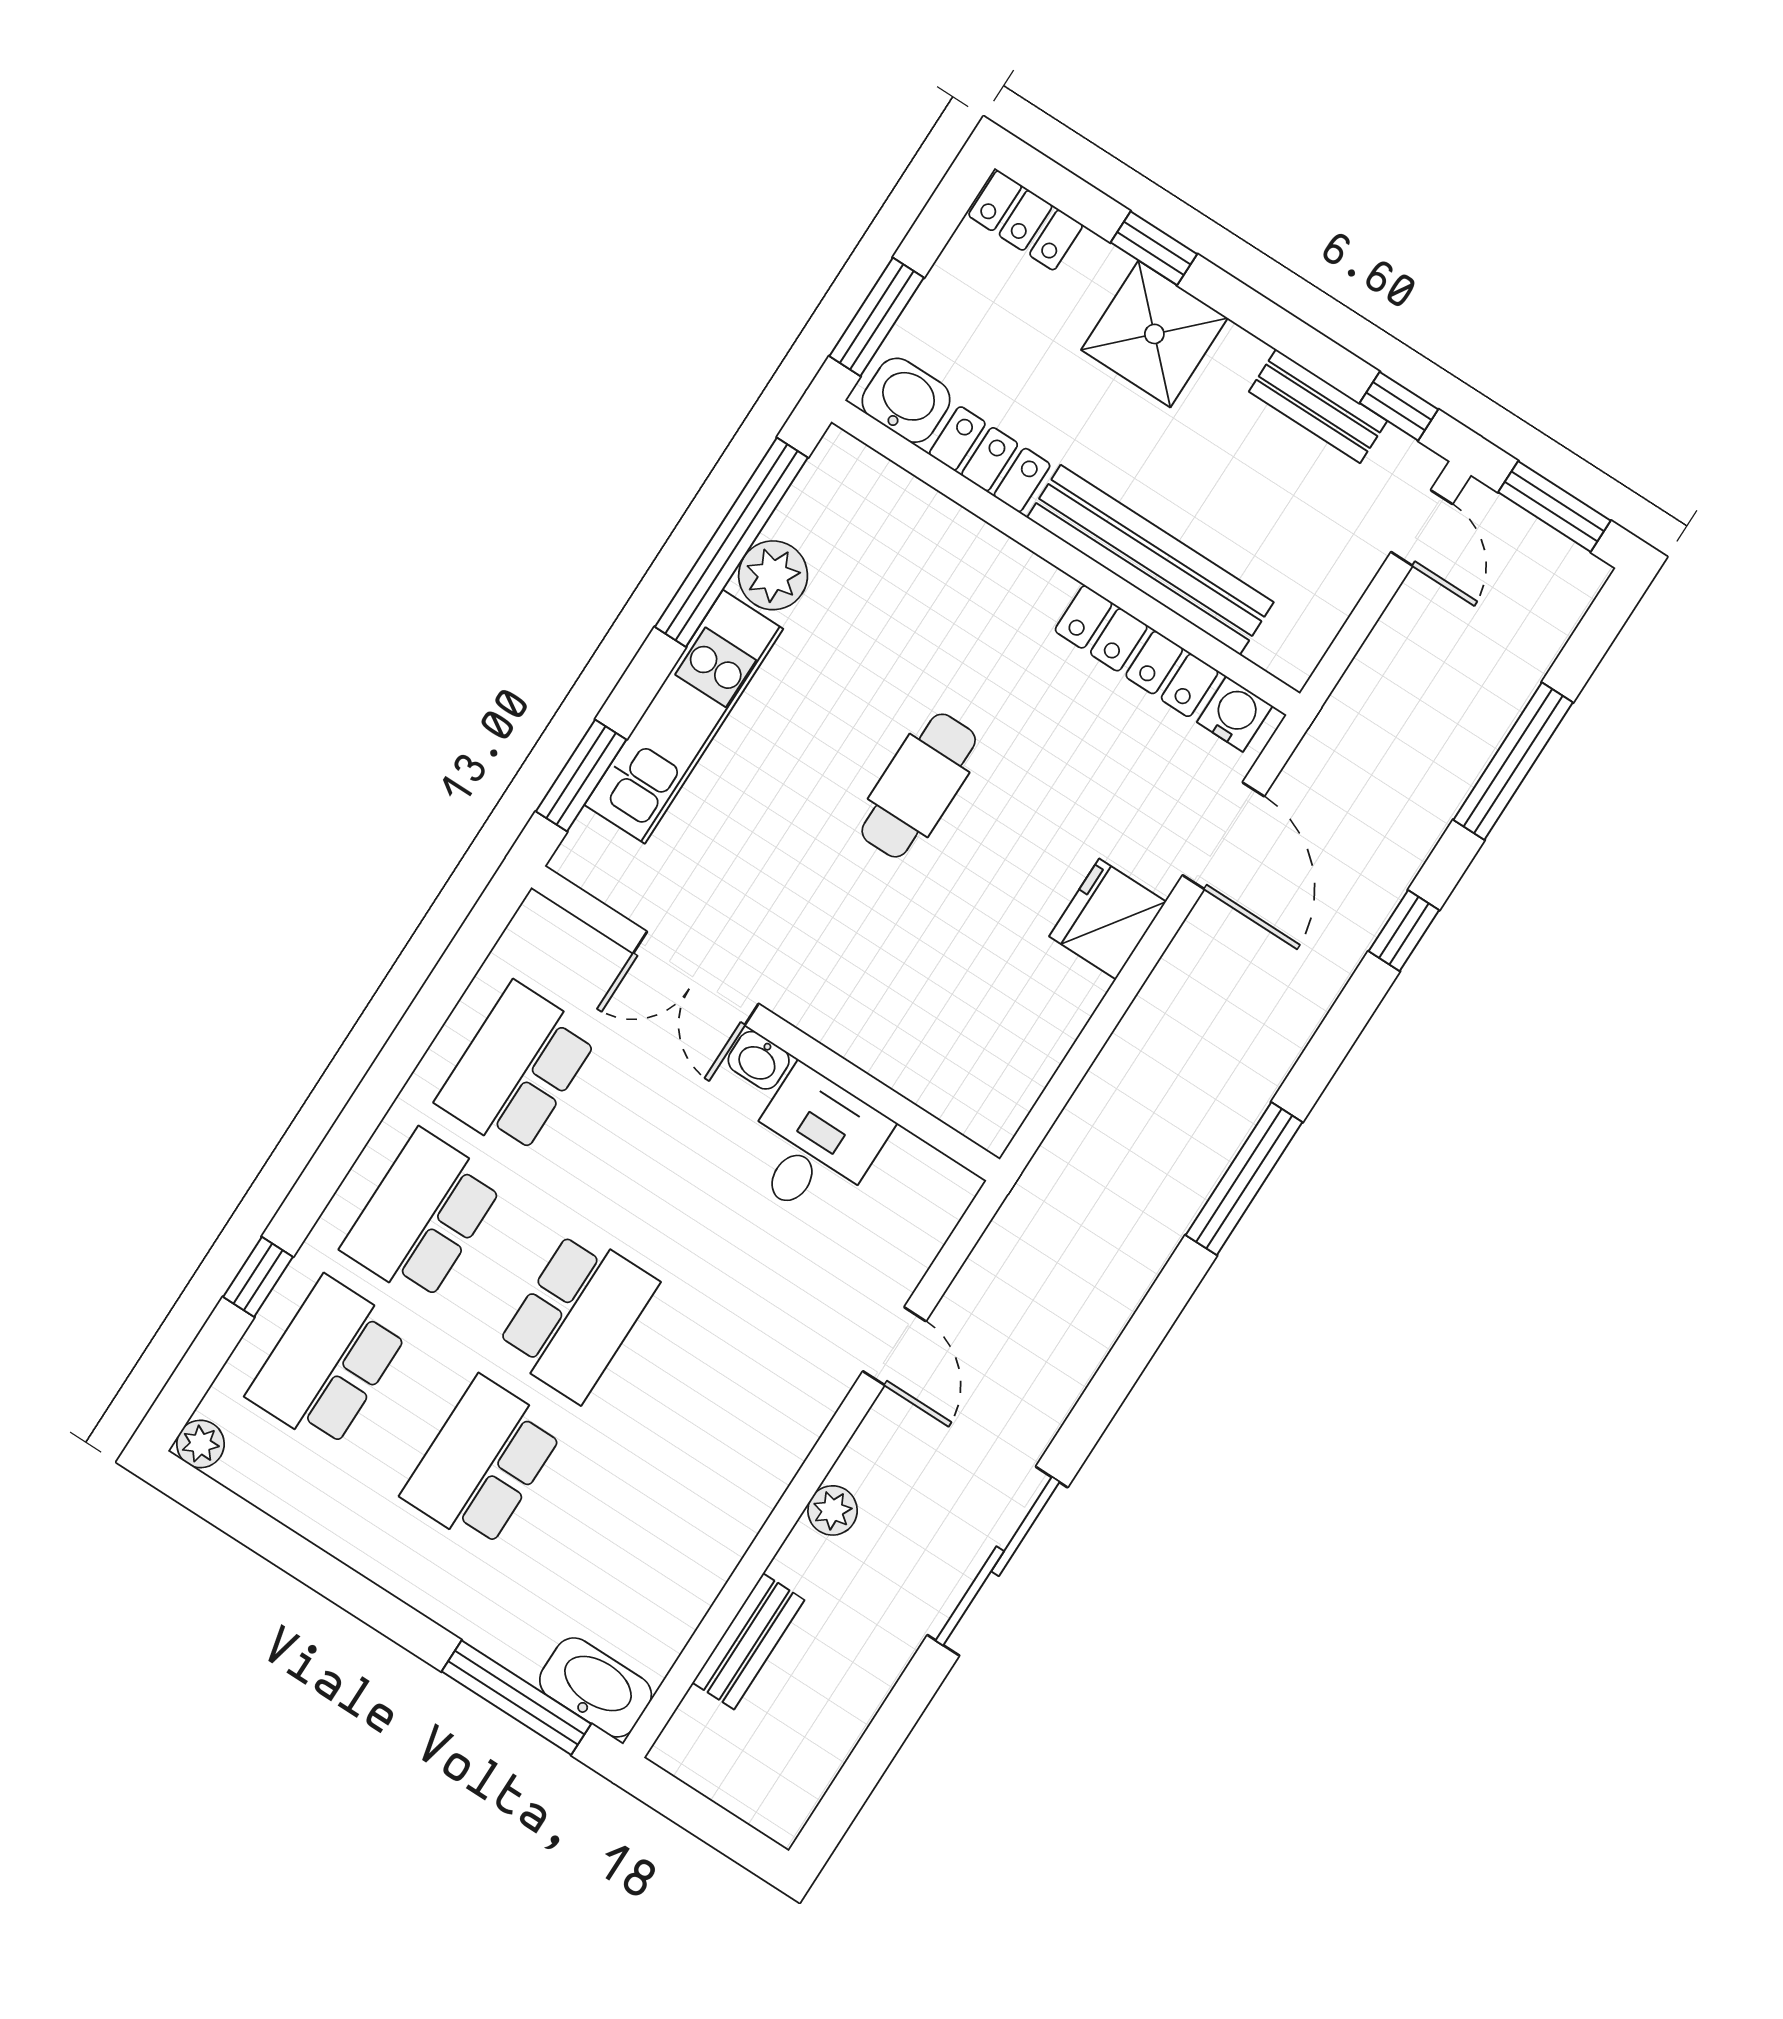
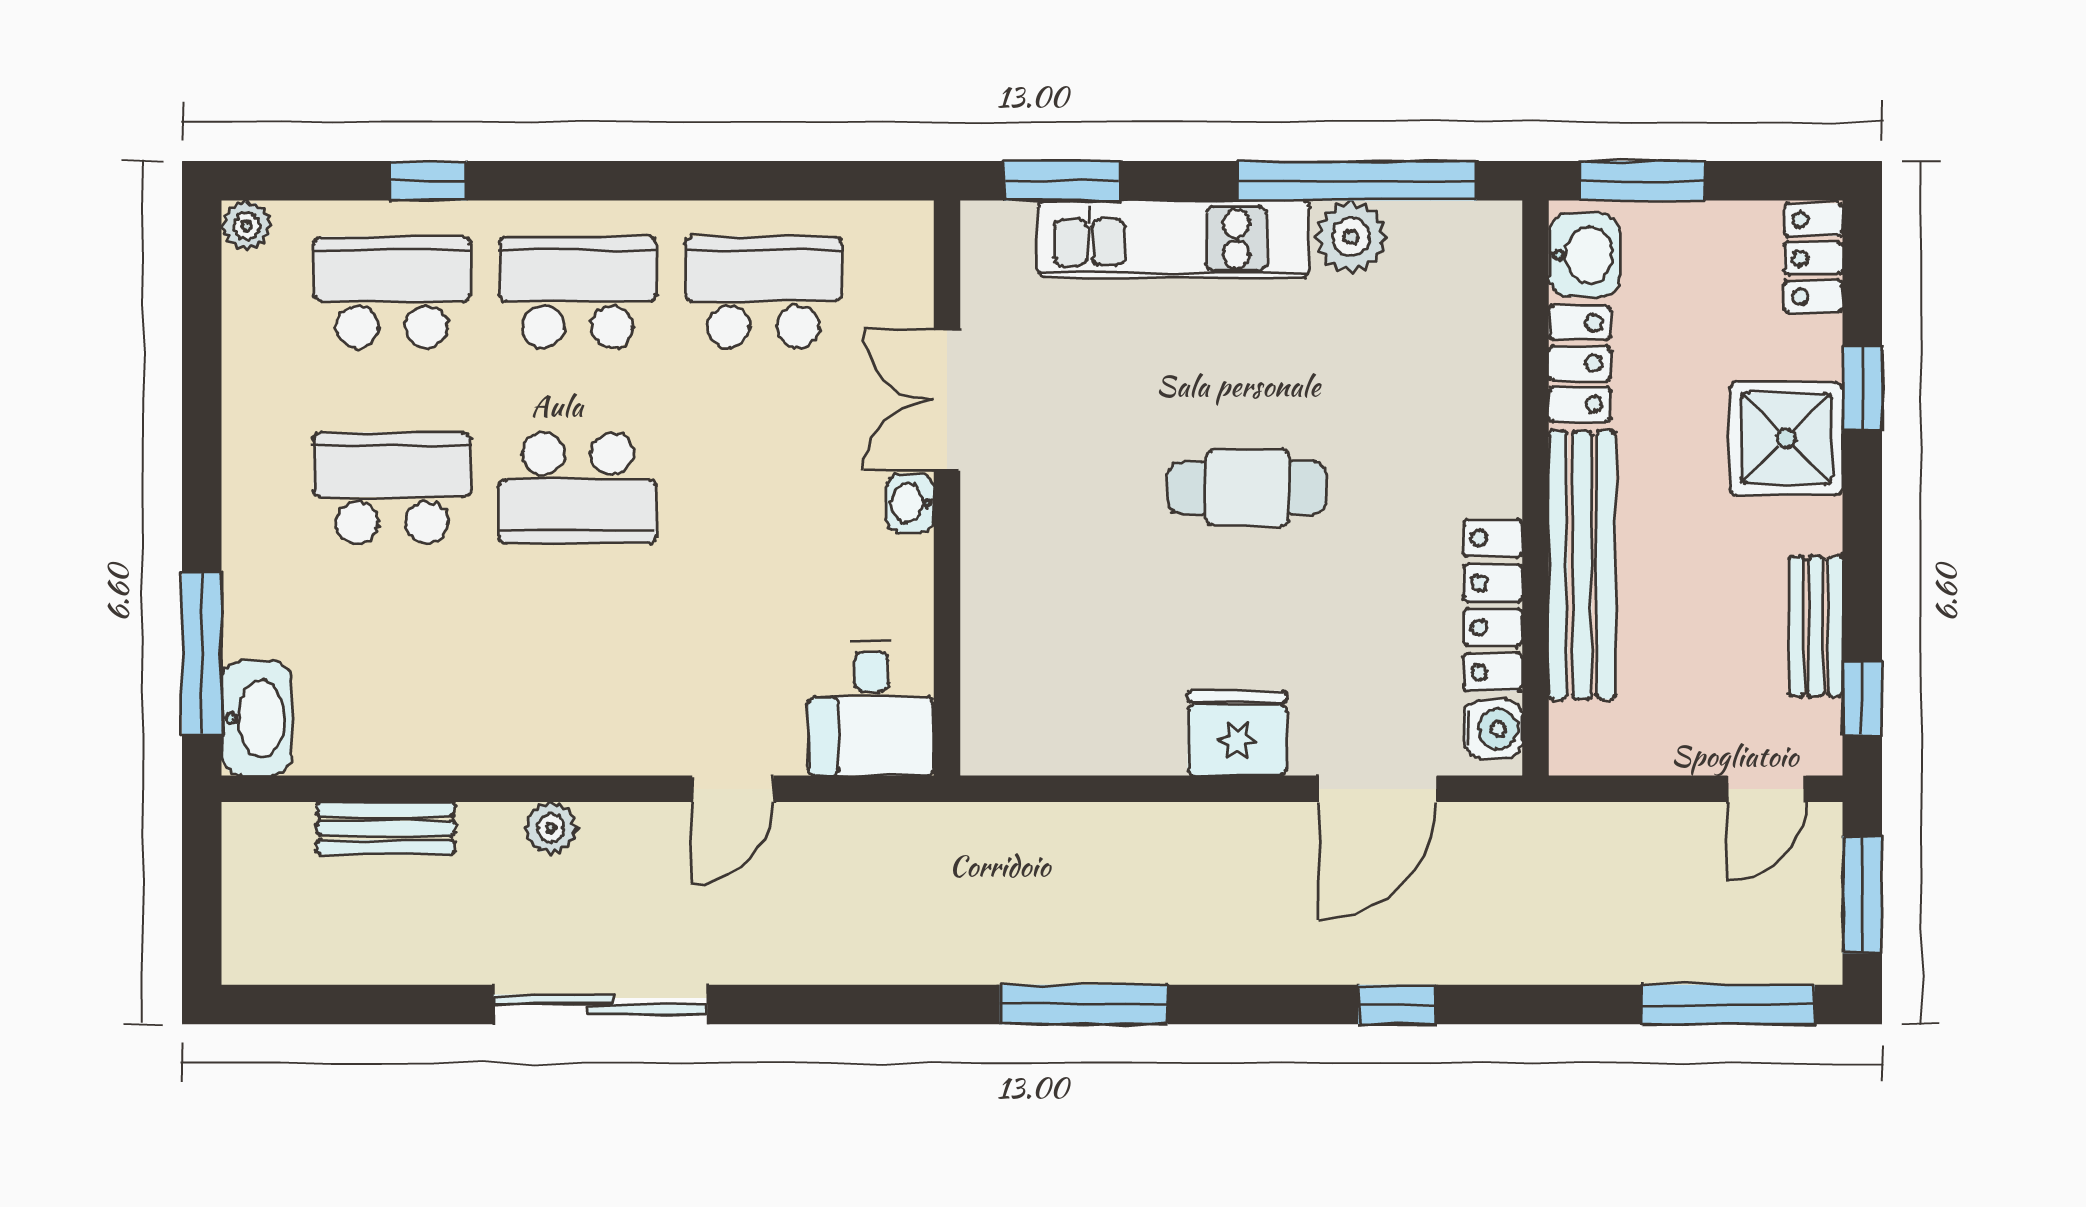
window: (1513, 761) -> (1728, 1005), moved
desk: (813, 1145) -> (871, 708), moved, turned 90

